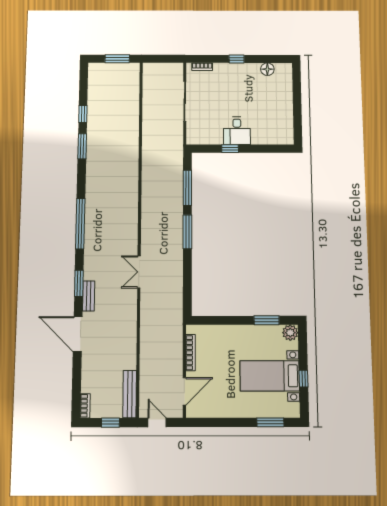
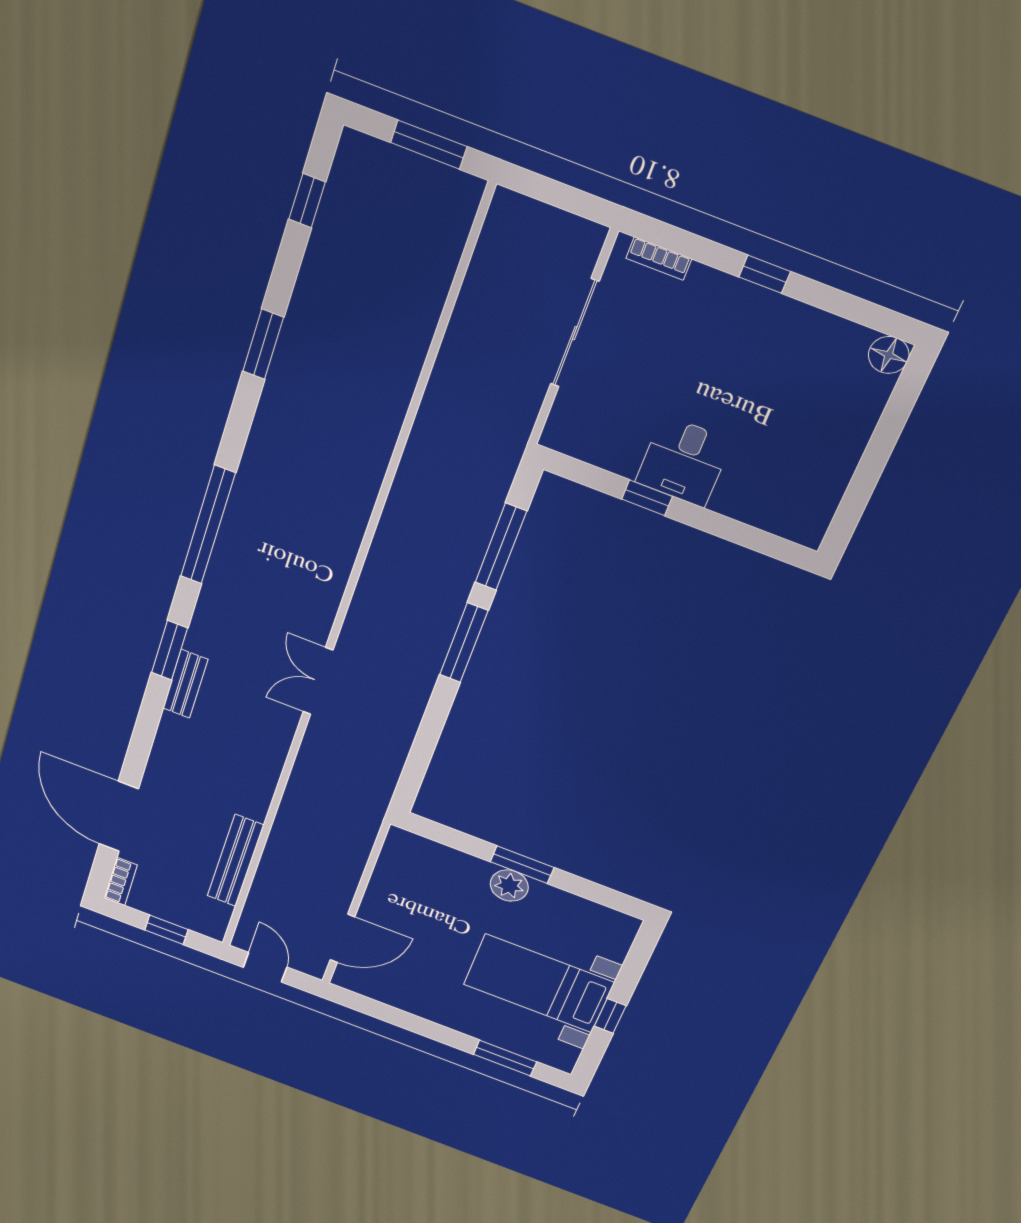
floor lamp: (267, 69) -> (889, 355), moved
window: (83, 114) -> (307, 201), moved
window: (267, 320) -> (522, 865), moved
plant: (290, 333) -> (509, 886), moved
door: (78, 334) -> (119, 816), moved
bookcase: (190, 353) -> (381, 878), removed
bench: (130, 394) -> (235, 861), moved

